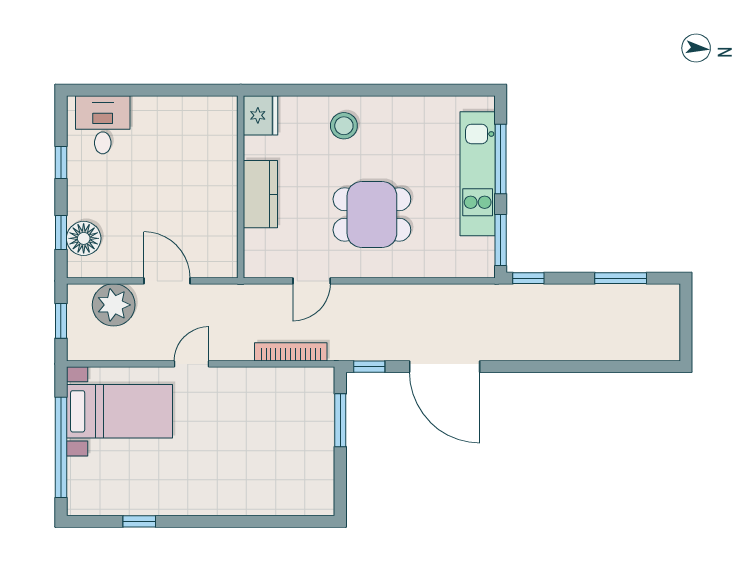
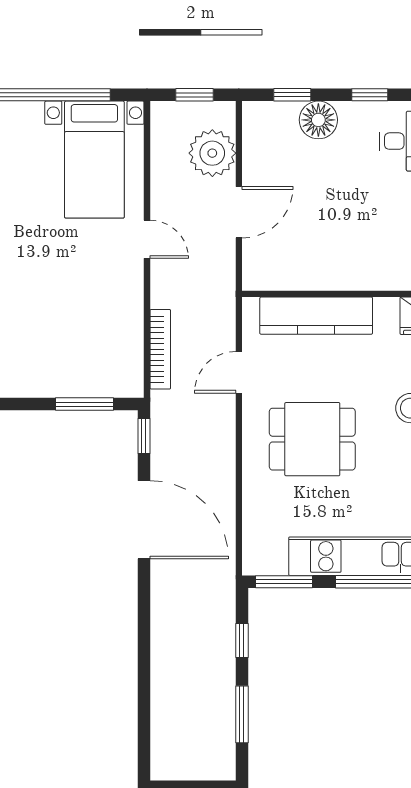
kitchen counter: (260, 194) -> (316, 316), width x1.50
dining table: (372, 214) -> (312, 439), turned 90
floor lamp: (84, 238) -> (318, 120), moved
window: (528, 278) -> (242, 641), moved
door: (312, 281) -> (239, 372), hinge flipped
door: (445, 367) -> (144, 520), swing flipped

